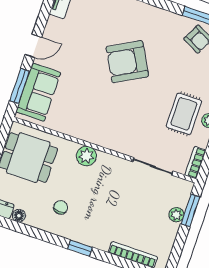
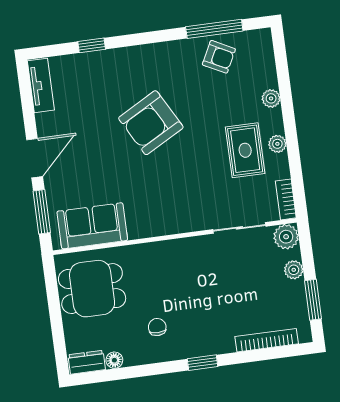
door: (33, 46) -> (35, 158), width x1.38
sofa: (38, 92) -> (92, 226), moved, turned -90
plant: (86, 156) -> (286, 237), moved
window: (190, 210) -> (313, 300), moved

